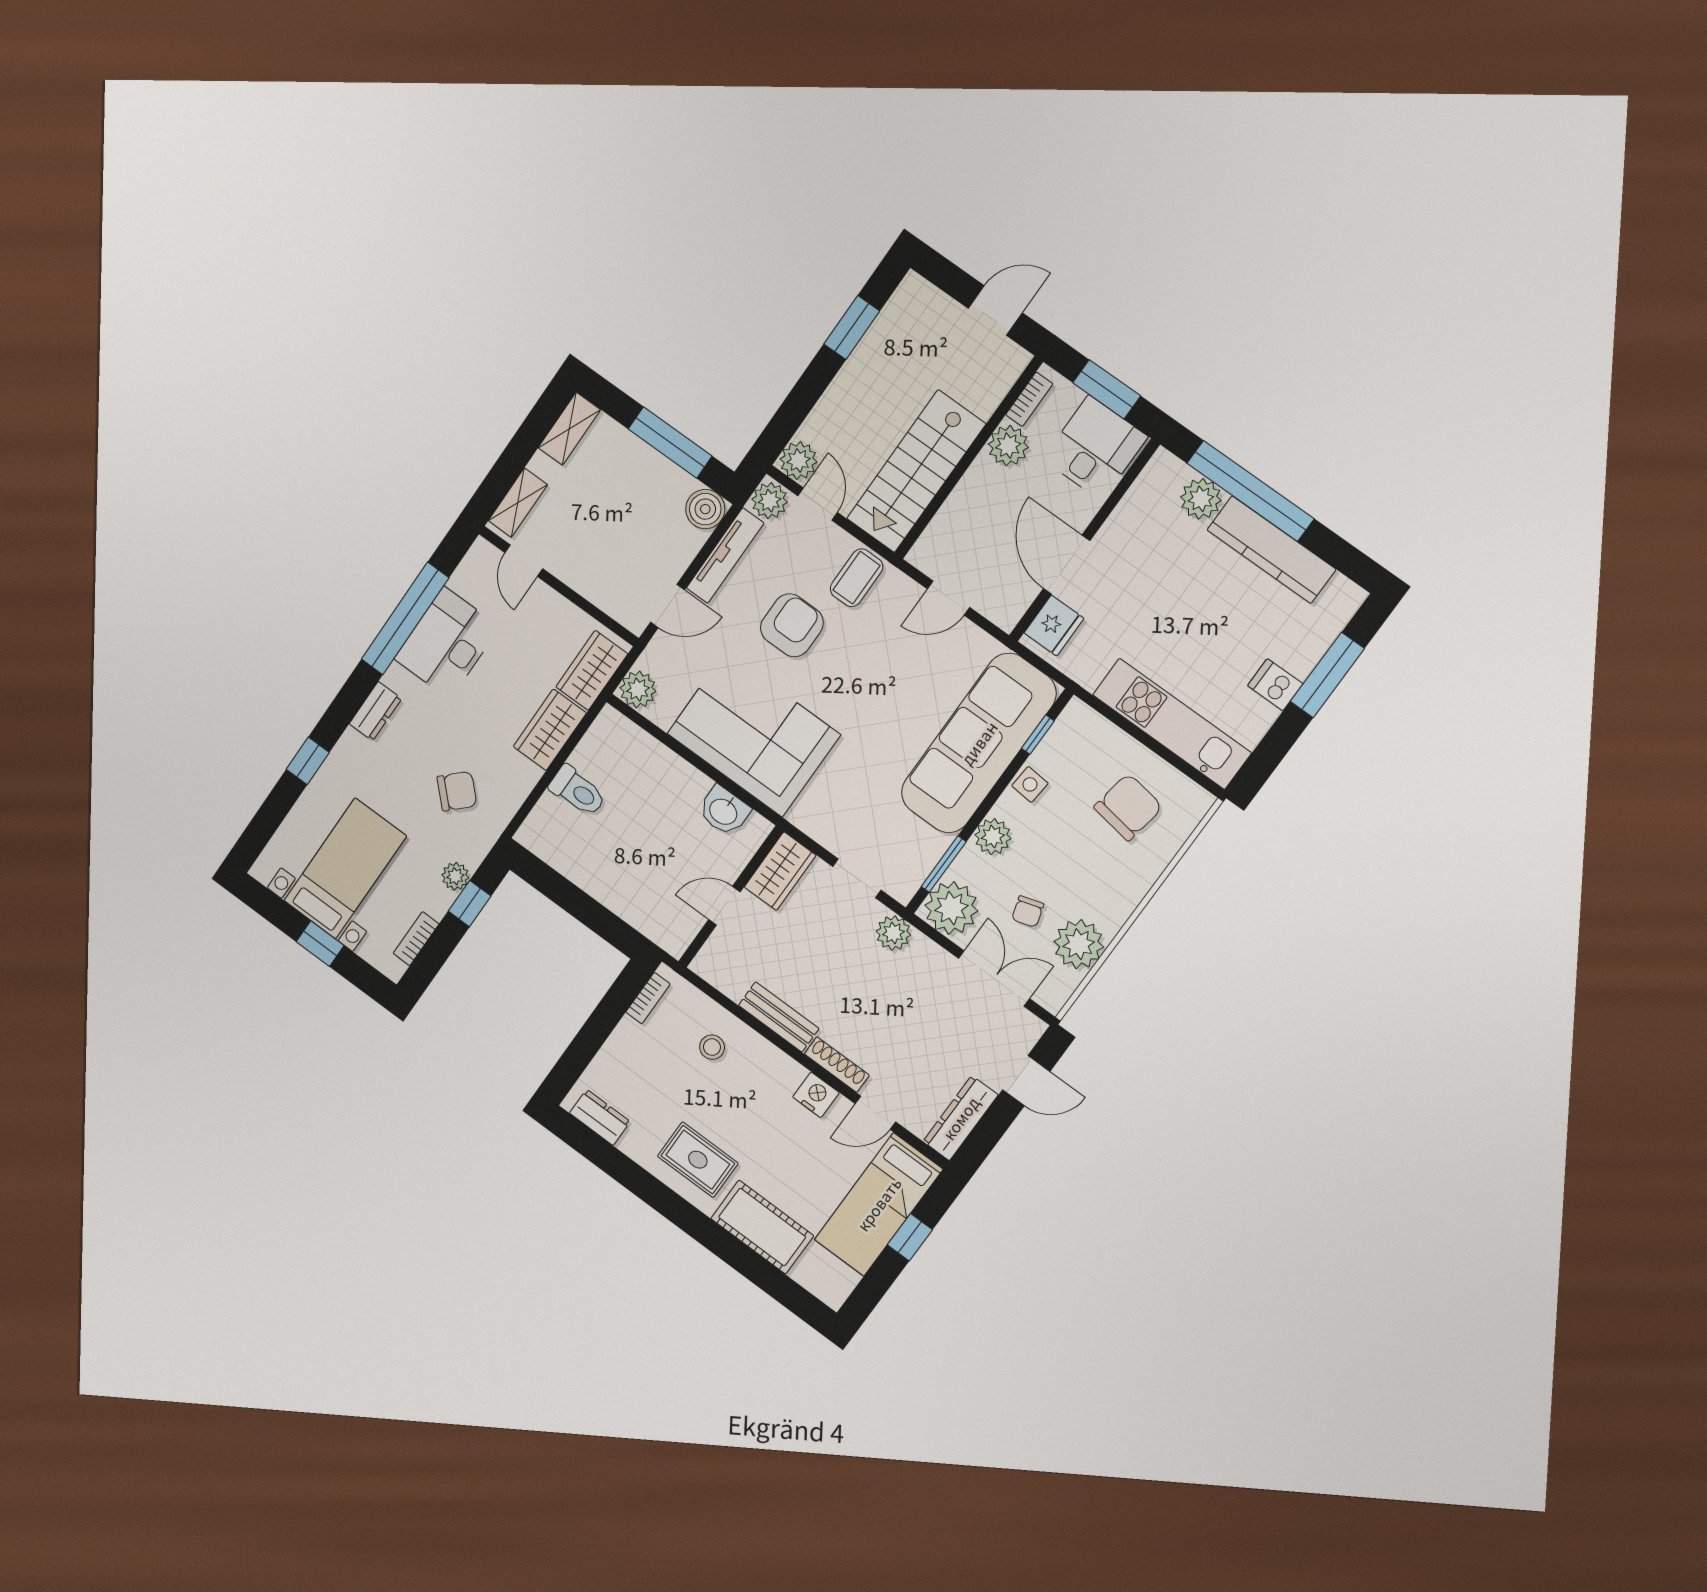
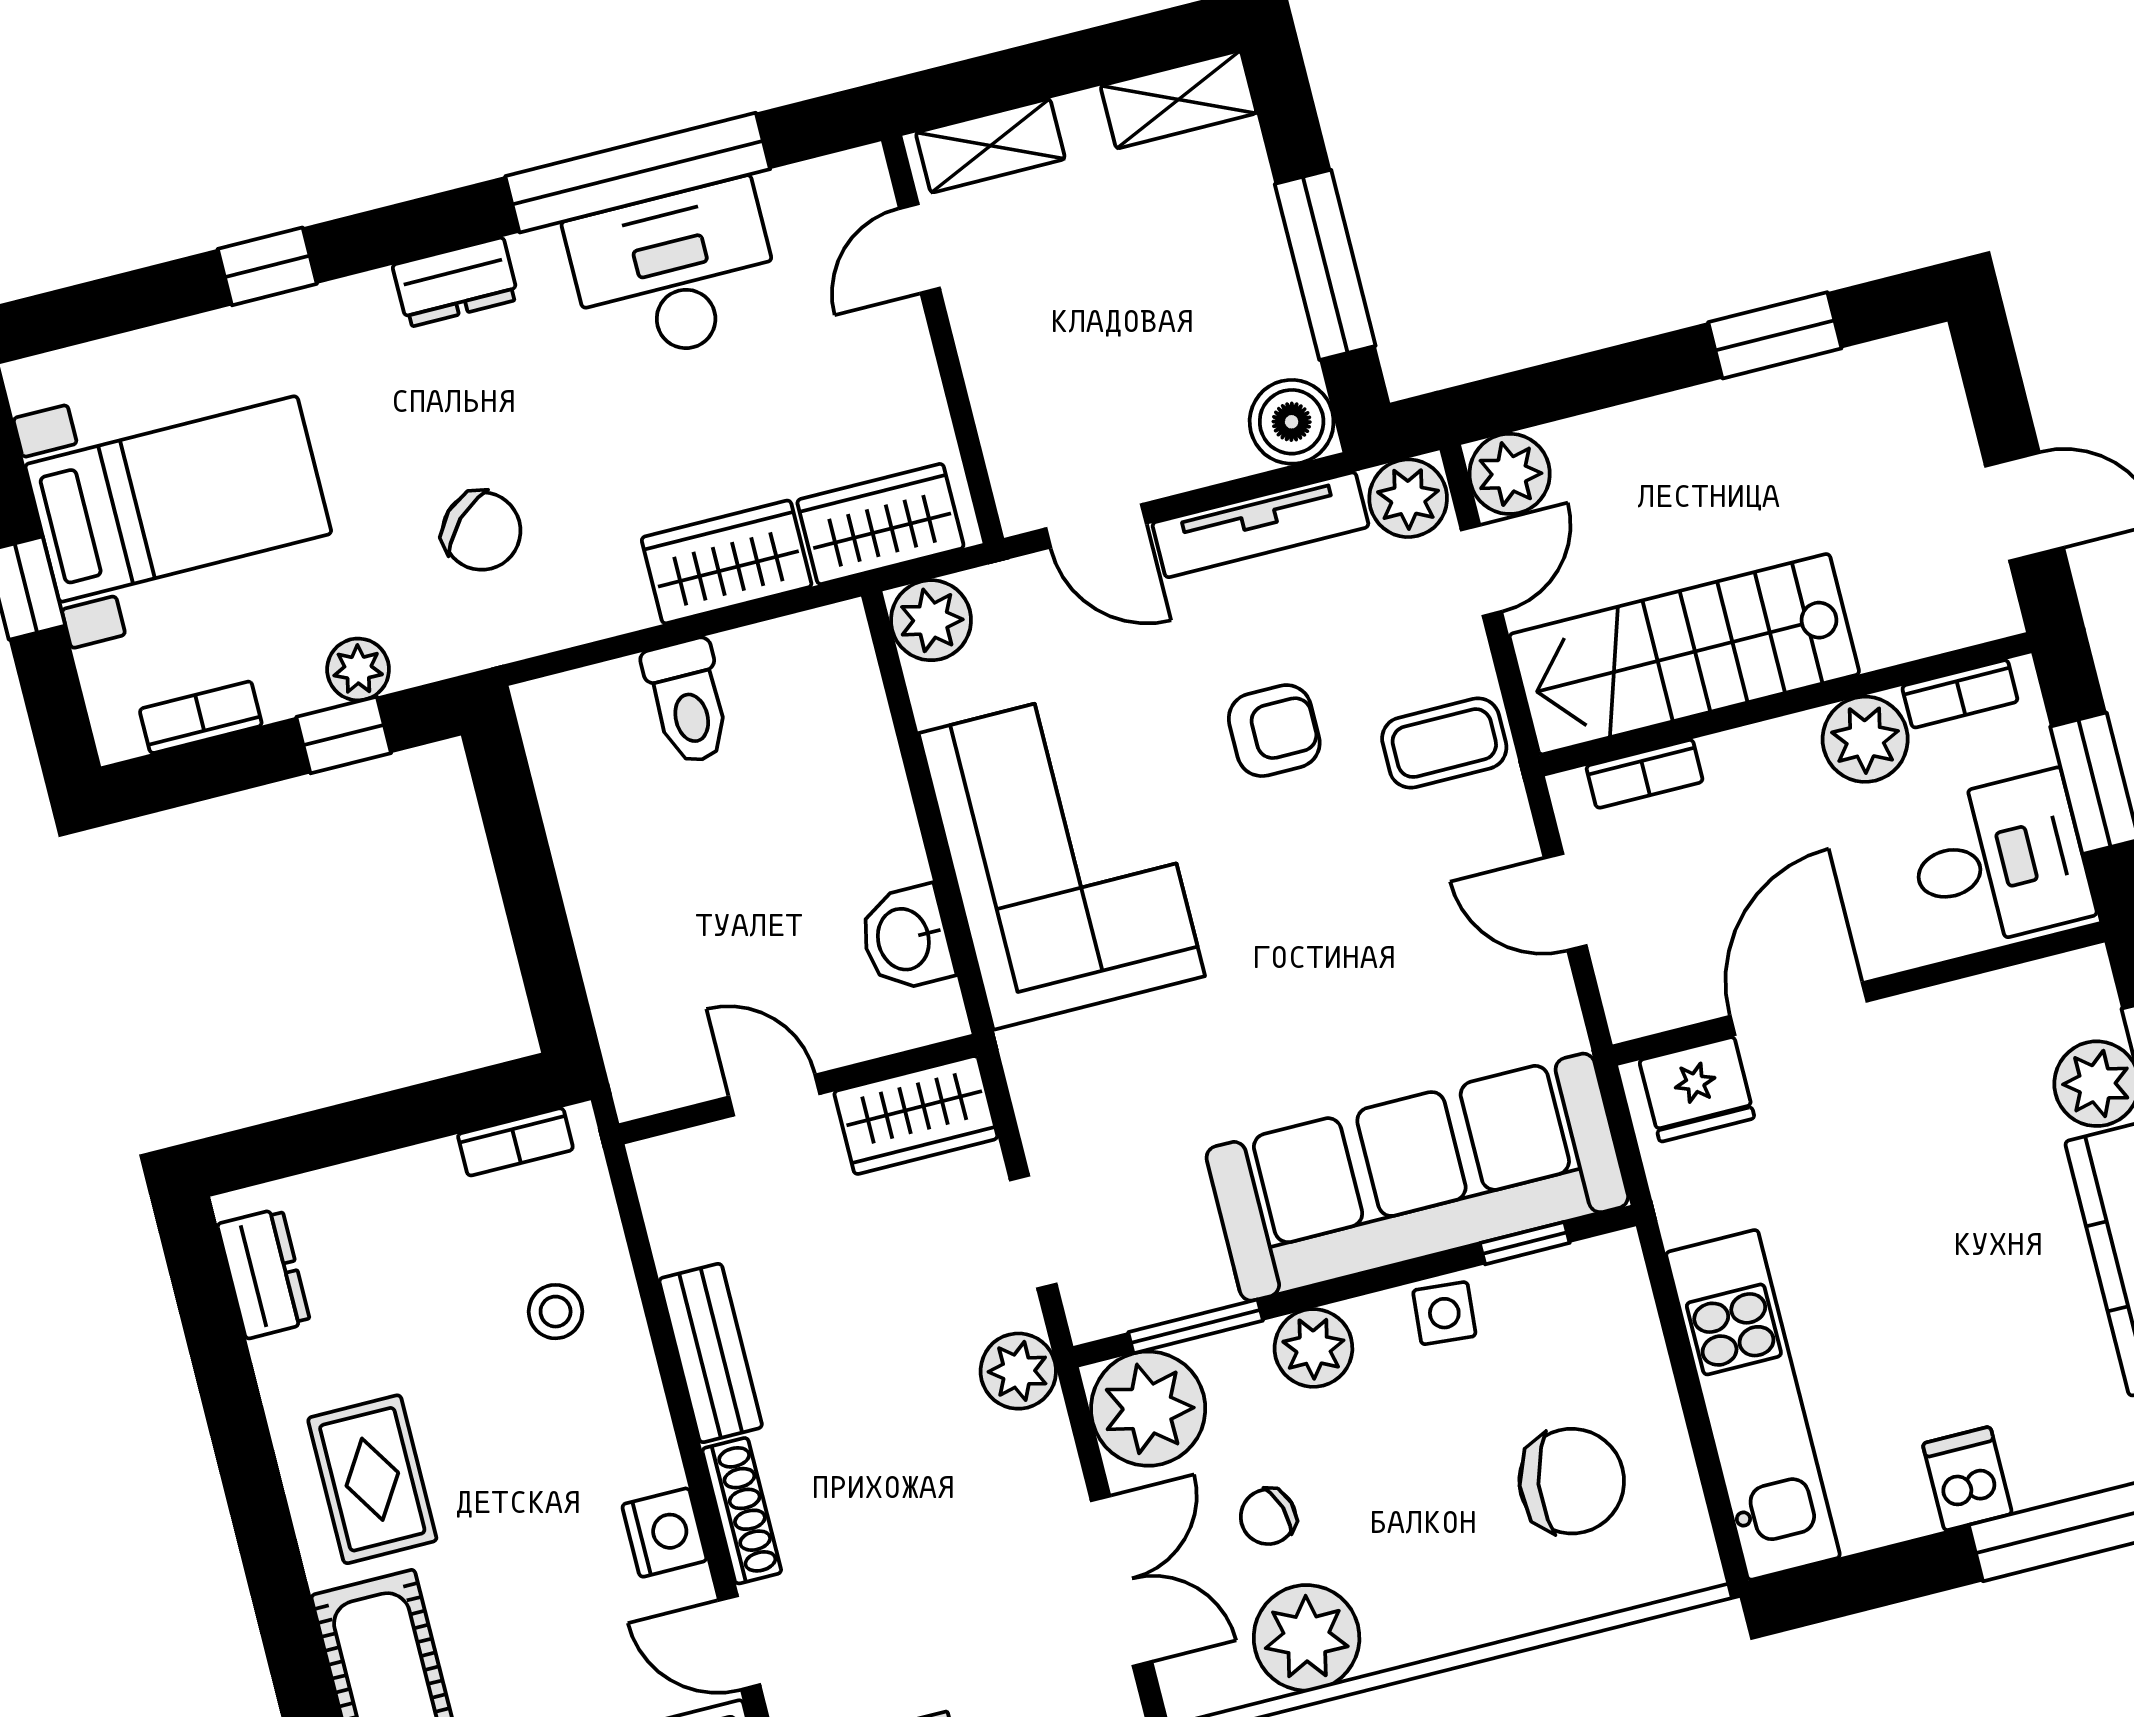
bookcase: (938, 527) -> (1645, 774), added
armchair: (792, 625) -> (1274, 731), width x0.72, depth x0.72

